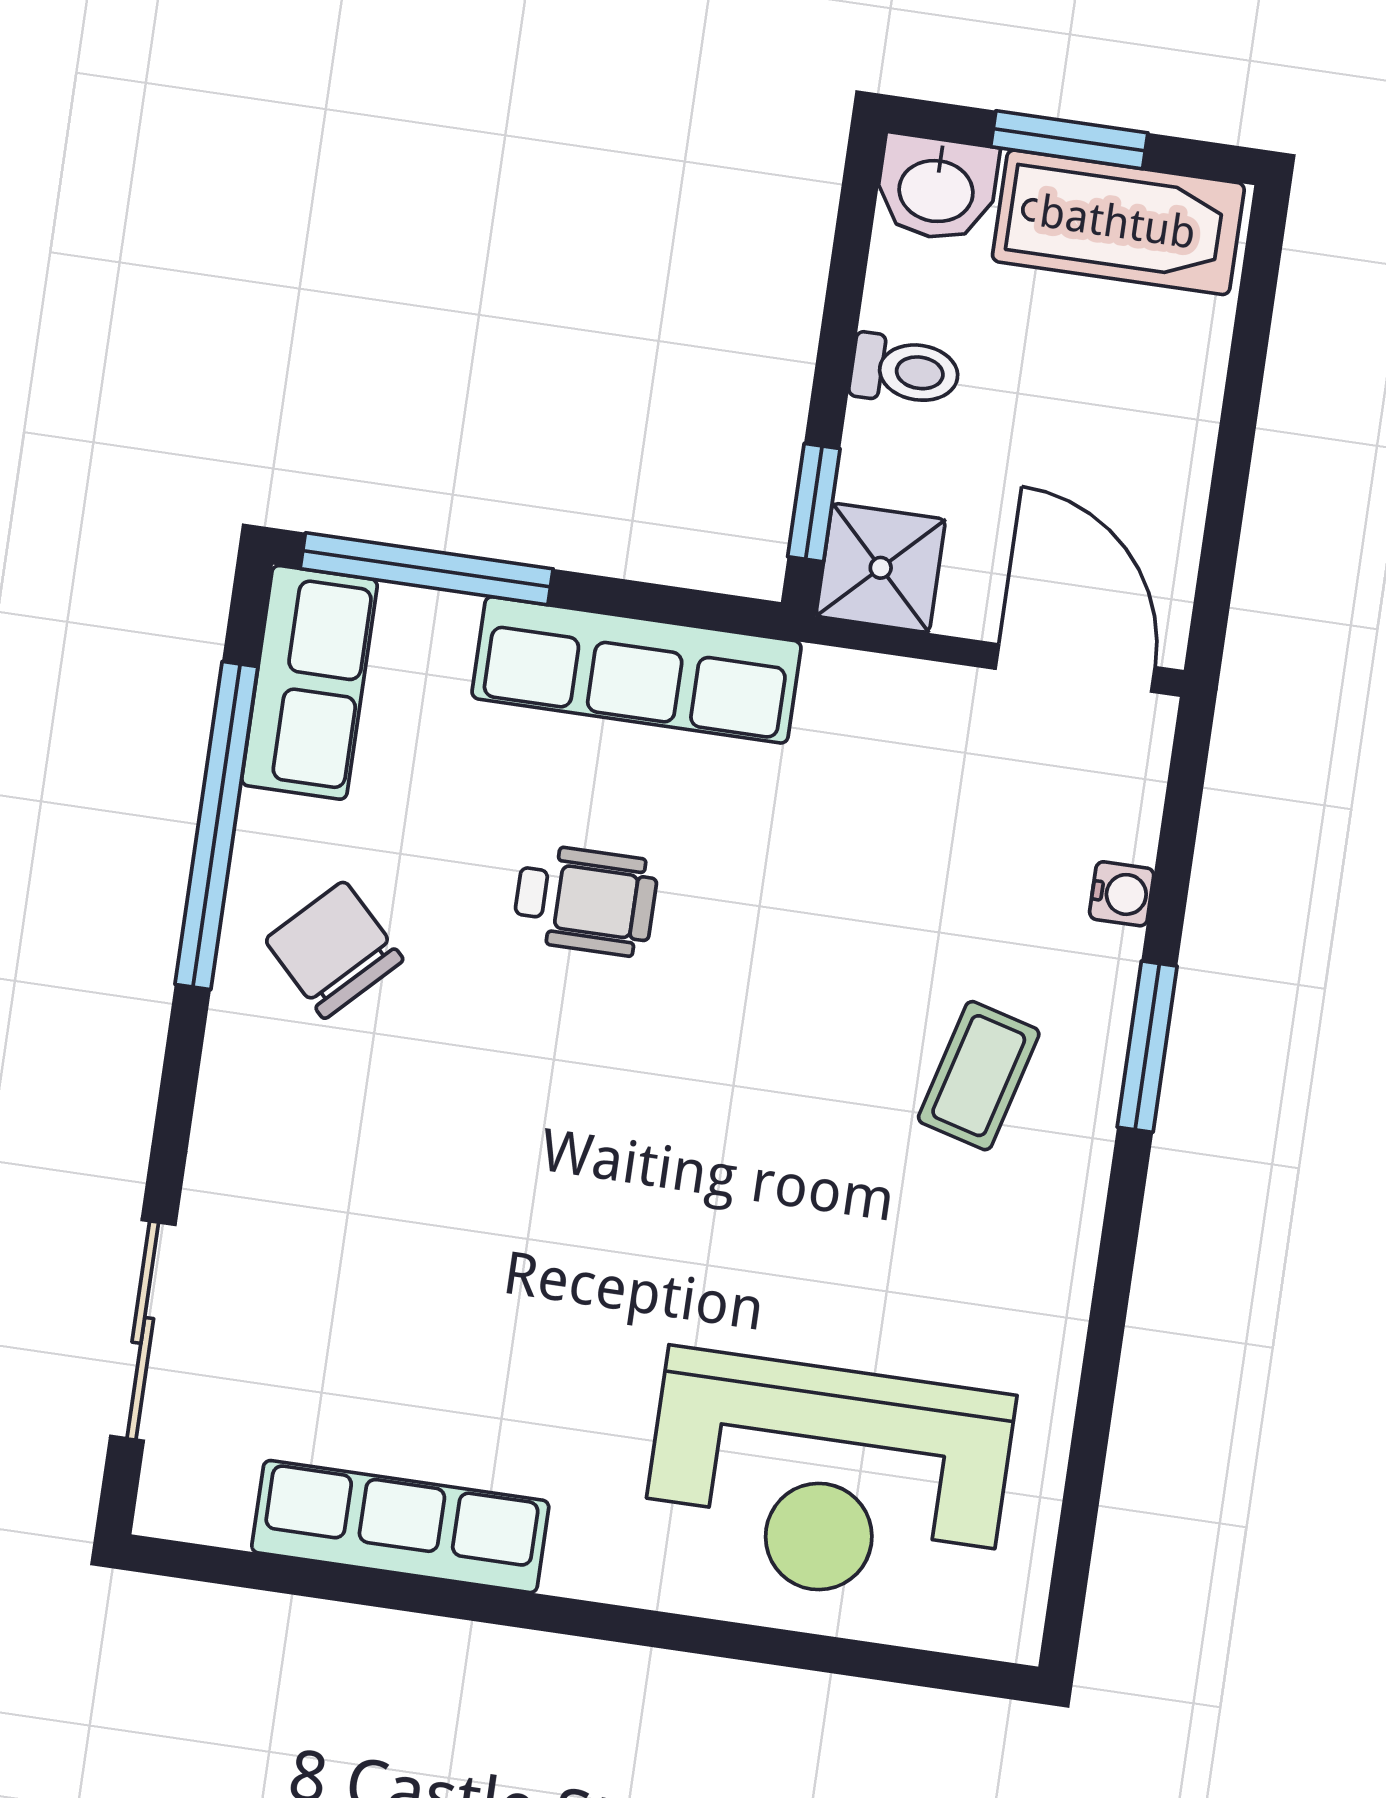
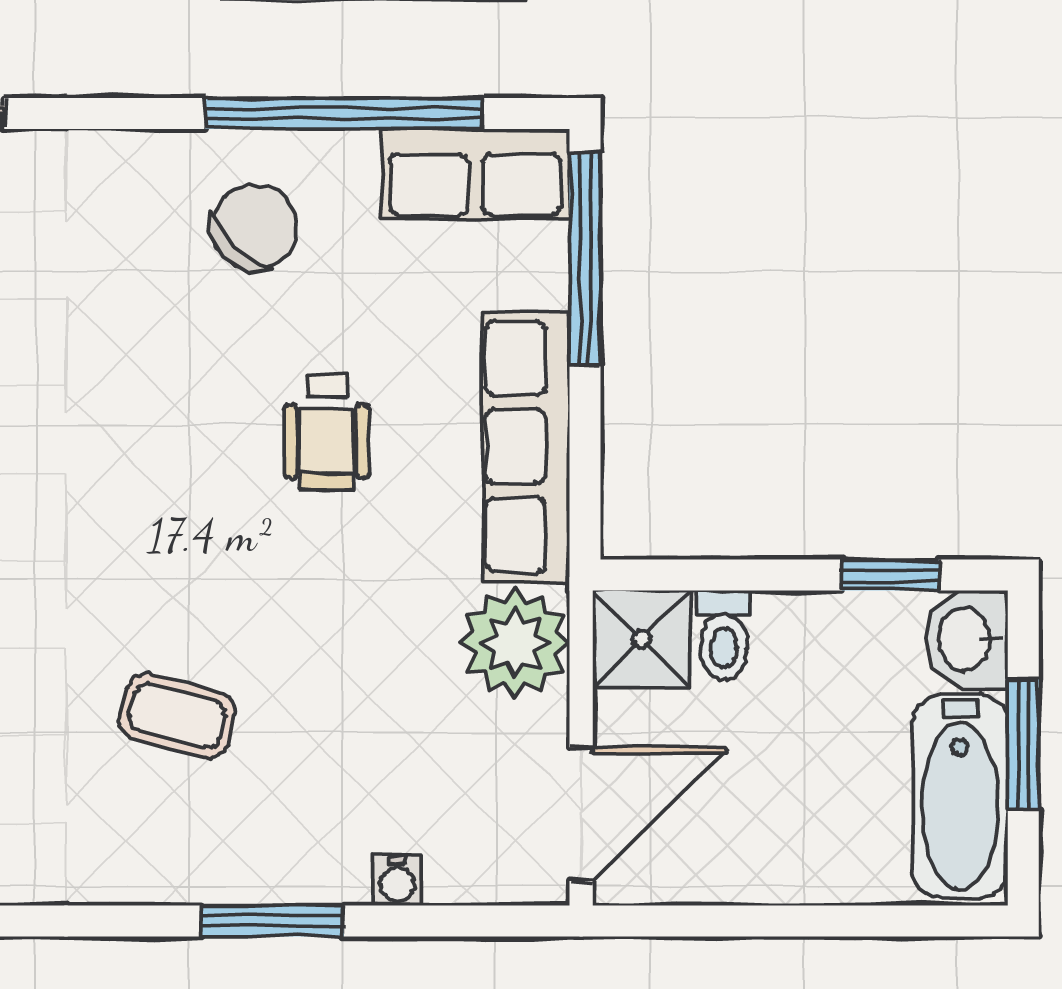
toilet: (905, 371) -> (724, 635), moved
window: (814, 503) -> (890, 575), moved
plant: (864, 716) -> (515, 643), added
coffee table: (979, 1076) -> (177, 716), moved

